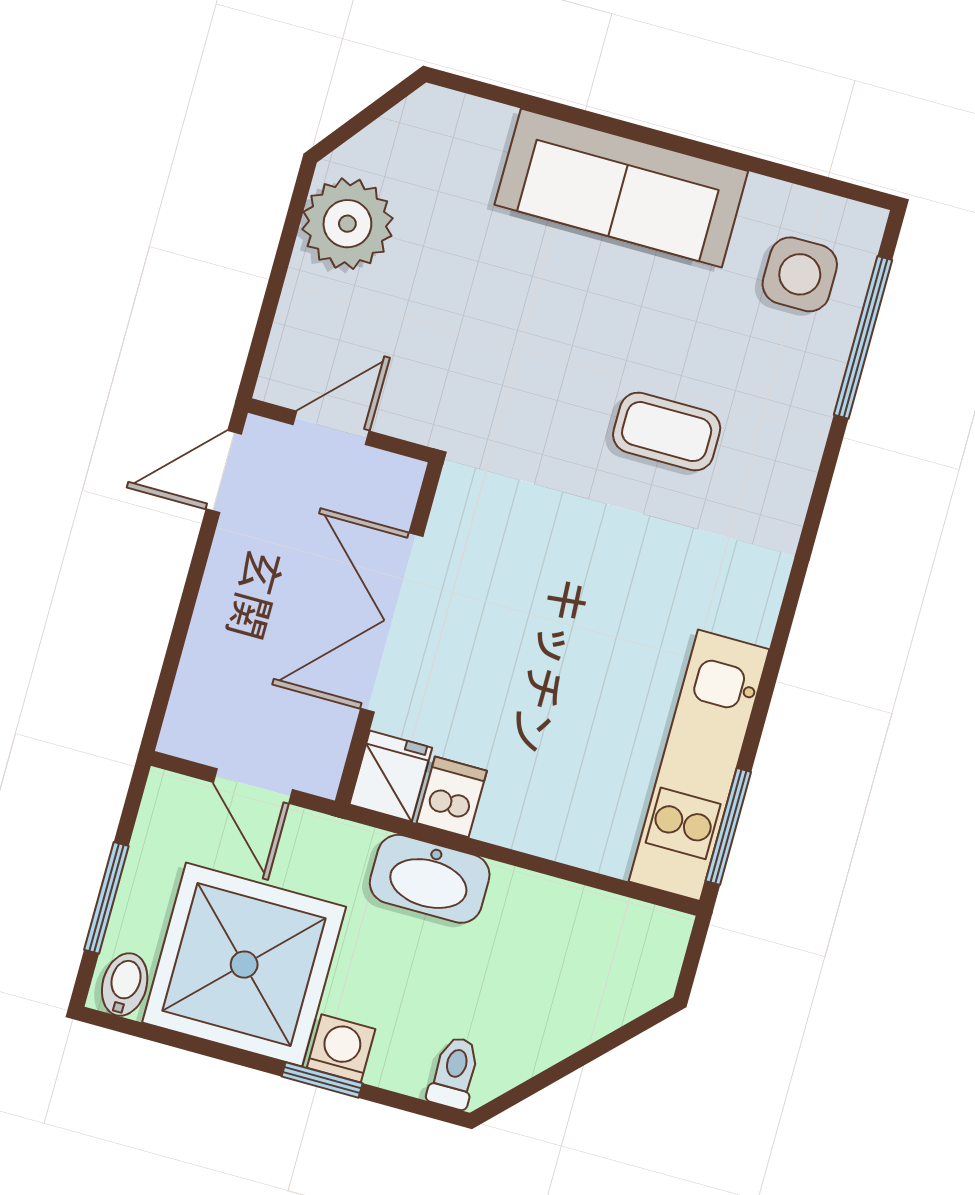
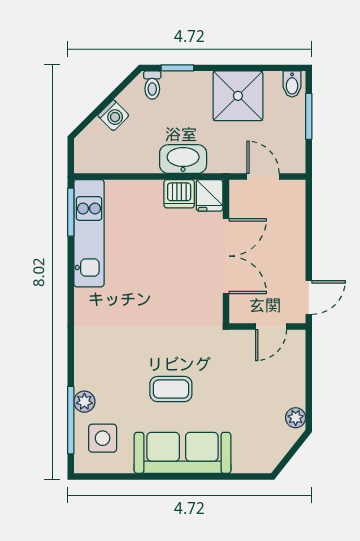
plant: (347, 224) -> (296, 418), width x0.53, depth x0.53
plant: (819, 372) -> (84, 402), added
coffee table: (667, 432) -> (171, 389), moved
dishwasher: (452, 797) -> (179, 194), width x1.38
shower: (244, 965) -> (238, 96), width x0.73, depth x0.73
washing machine: (341, 1048) -> (113, 115), moved, turned -45
window: (322, 1080) -> (177, 68), moved

